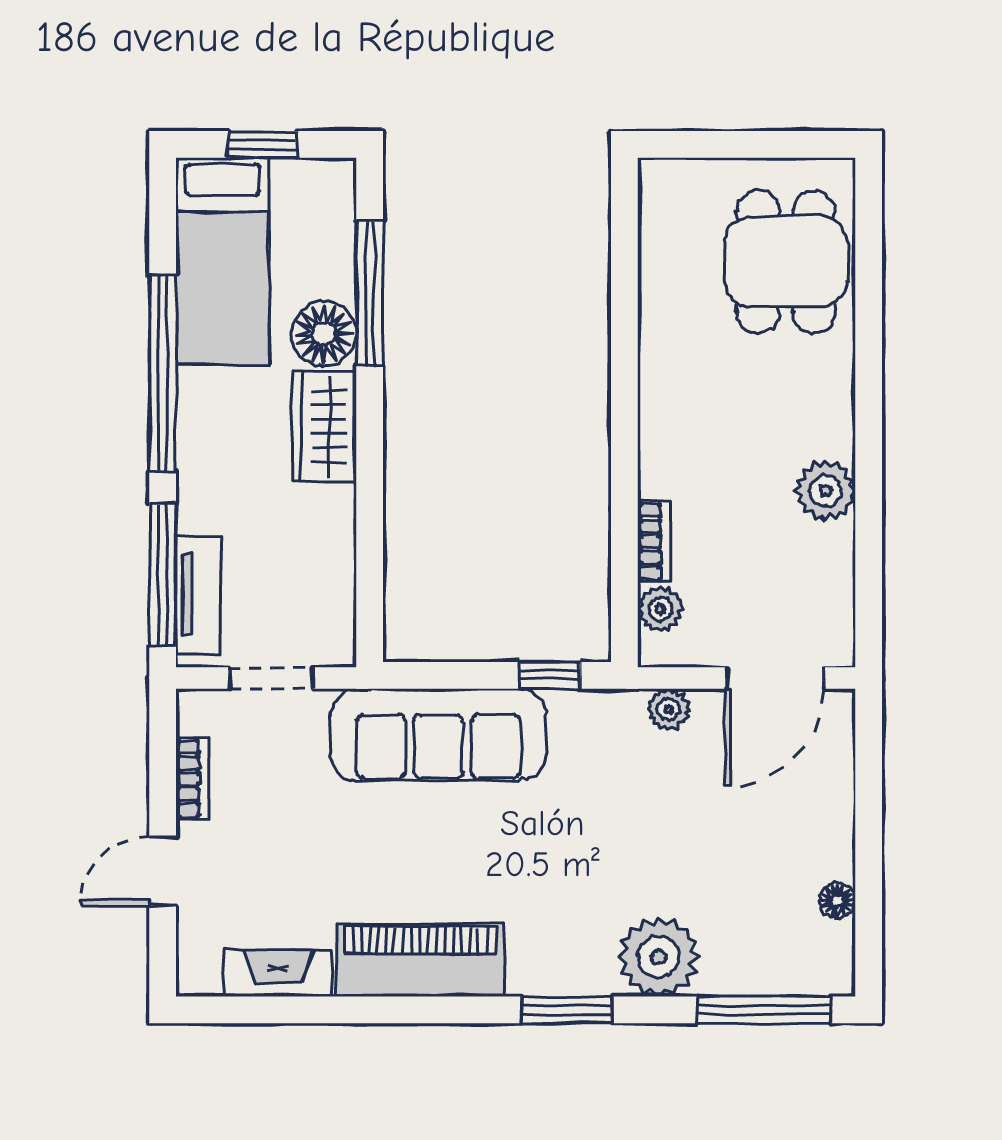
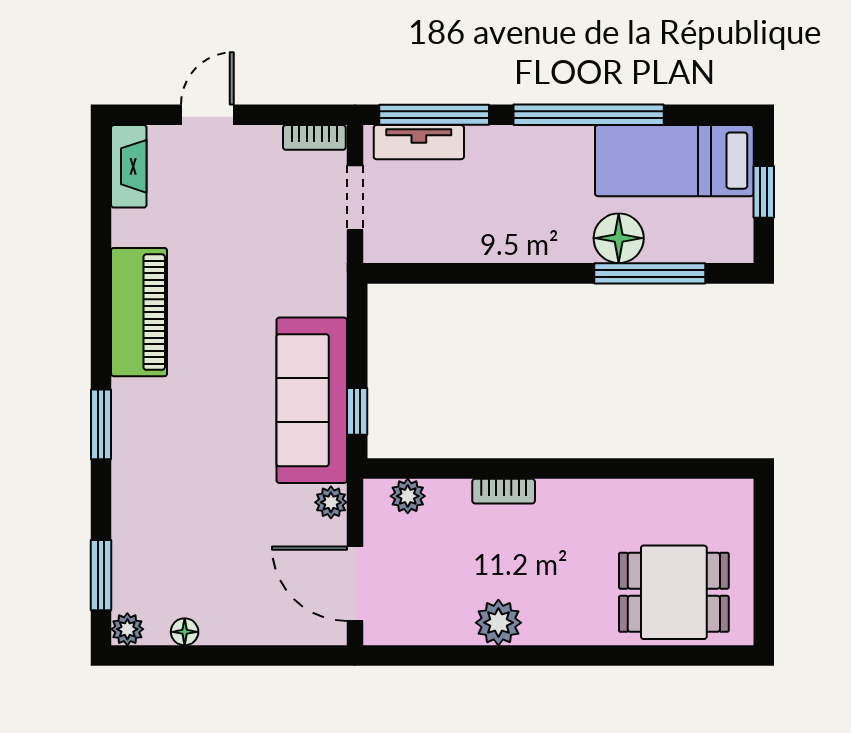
wardrobe: (324, 426) -> (548, 239), removed
bookcase: (654, 542) -> (504, 491), moved
sofa: (438, 735) -> (312, 400), moved
bookcase: (192, 778) -> (314, 137), moved
door: (163, 871) -> (207, 115), hinge flipped
plant: (659, 957) -> (127, 629), moved, width x0.53, depth x0.53
fireplace: (278, 973) -> (129, 166), moved
window: (764, 1010) -> (101, 575), width x0.69

